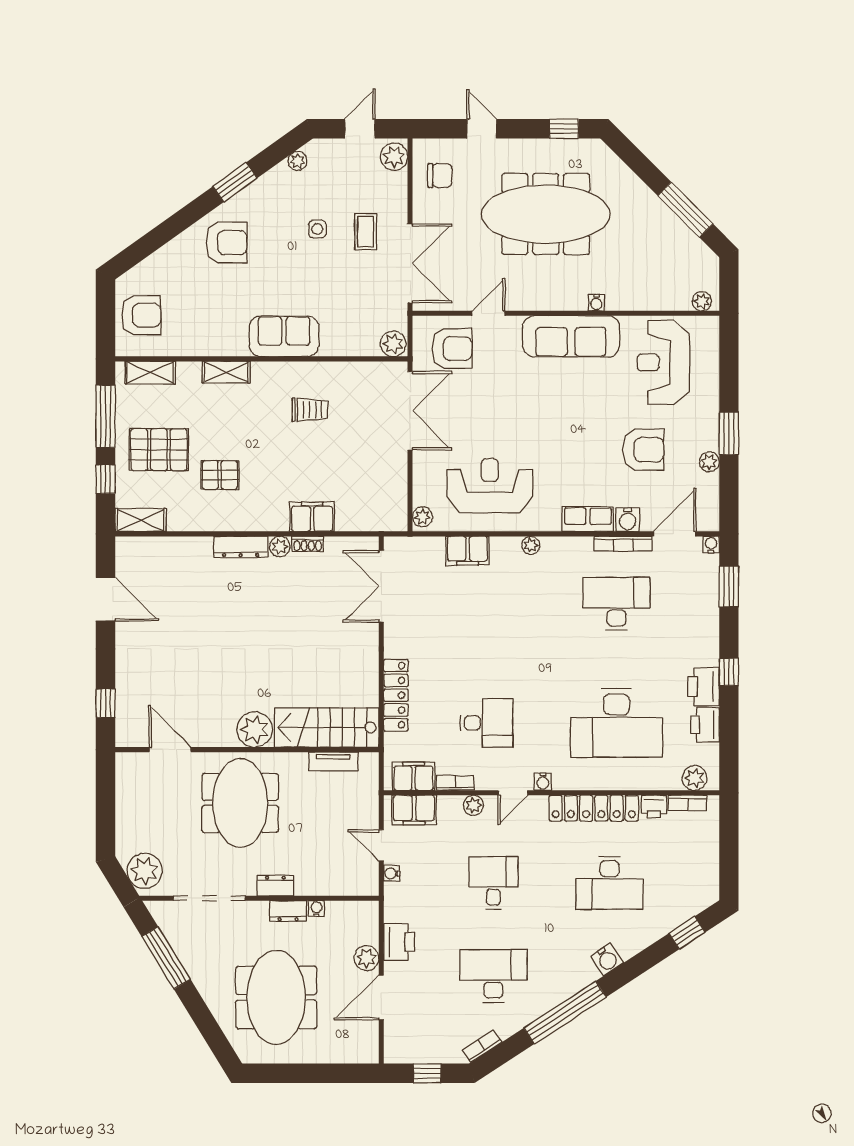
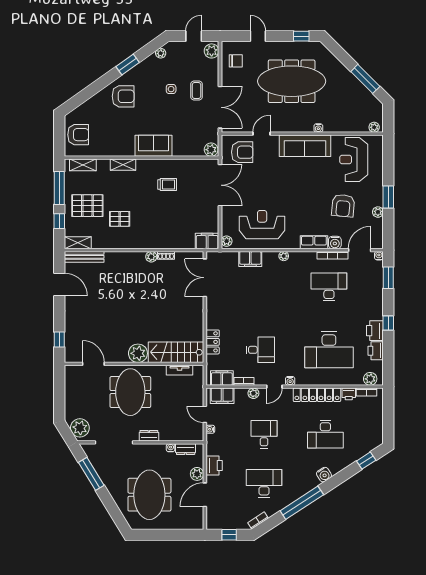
armchair: (643, 450) -> (343, 206), turned 95
filing cabinet: (312, 517) -> (207, 241), moved
bench: (153, 547) -> (84, 257), added
dresser: (241, 547) -> (131, 257), removed
locker: (396, 695) -> (213, 342), width x0.66
dresser: (288, 911) -> (186, 449), moved

